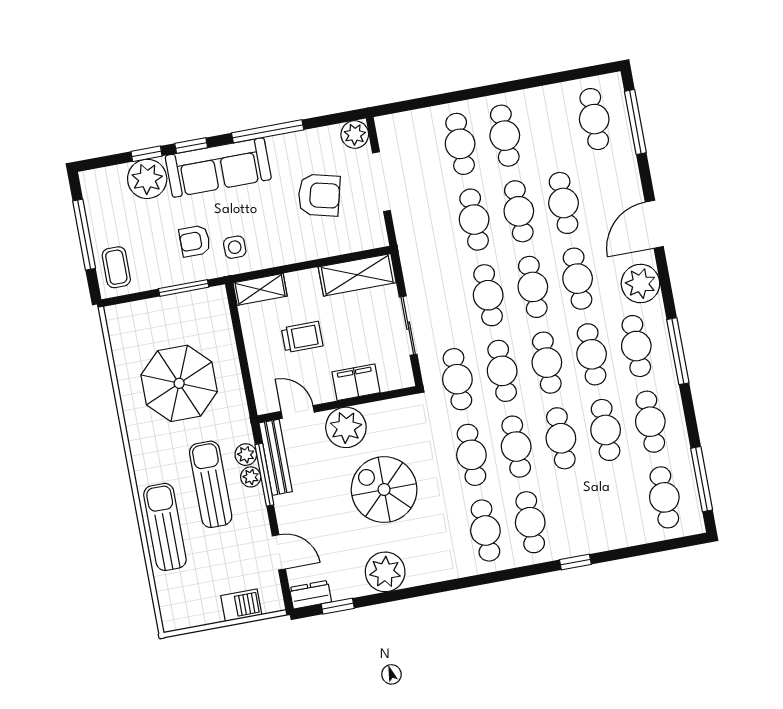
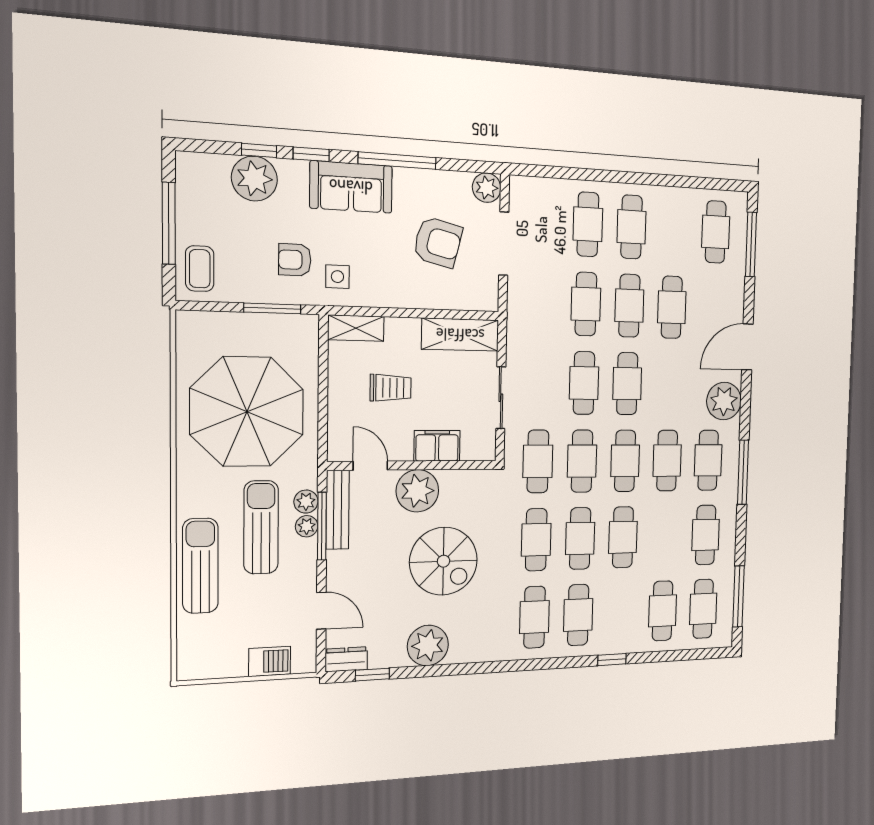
sofa: (218, 168) -> (351, 187), width x0.73
cafe table: (578, 279) -> (669, 384), removed
parasol: (179, 383) -> (247, 412), width x1.36, depth x1.36
cafe table: (606, 430) -> (662, 611), moved
spiral stairs: (384, 490) -> (444, 561), turned 180

